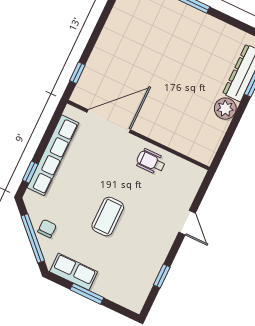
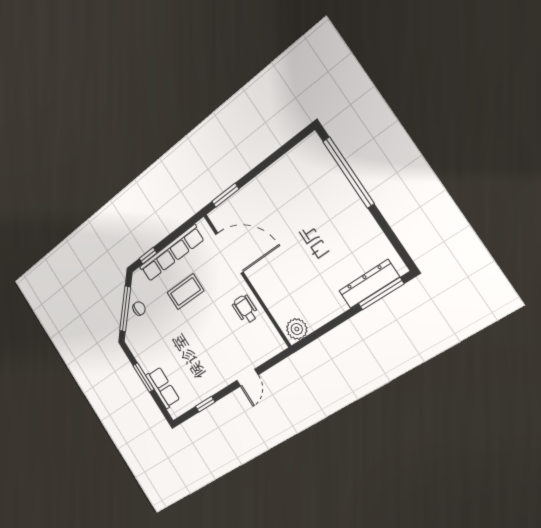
window: (77, 73) -> (225, 195), width x1.50
plant: (225, 109) -> (297, 329), moved
coffee table: (108, 217) -> (185, 292), moved
row of seats: (74, 272) -> (163, 388), moved

